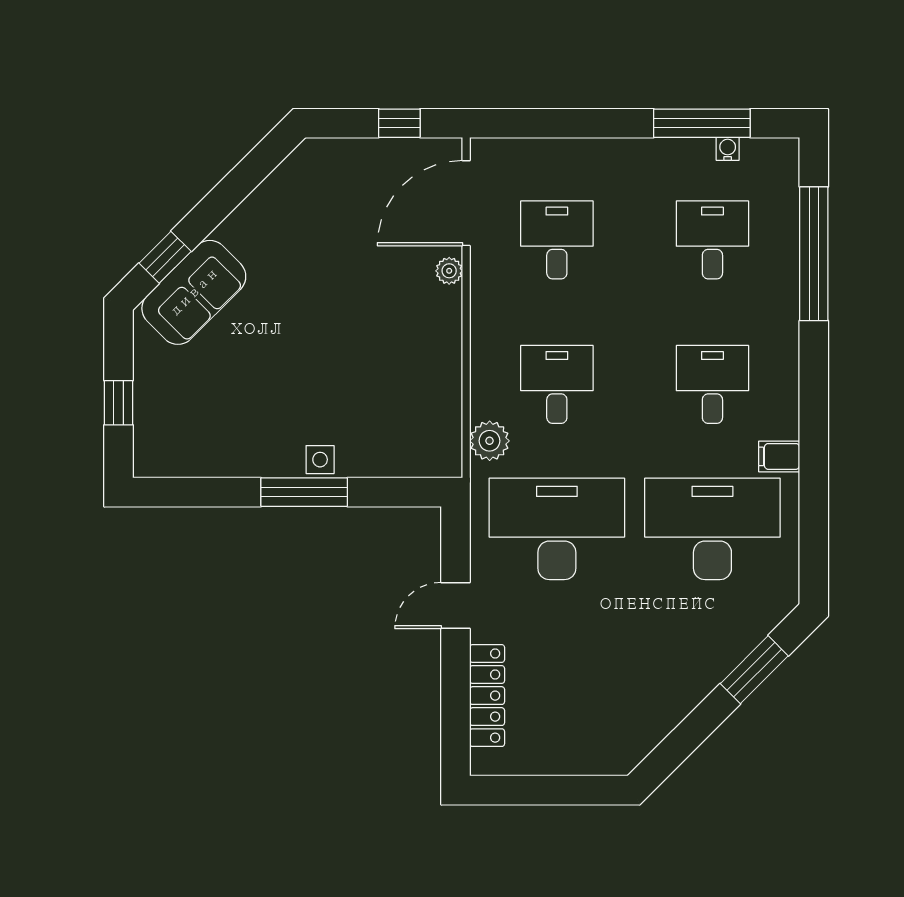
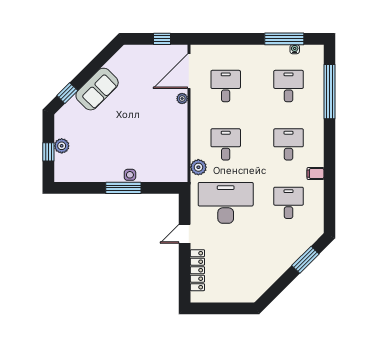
sofa: (194, 292) -> (97, 89), moved
plant: (151, 388) -> (62, 146), added
desk: (712, 529) -> (289, 203), width x0.53, depth x0.77

